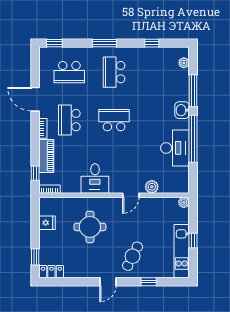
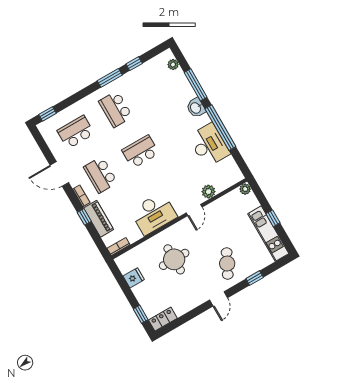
window: (104, 43) -> (110, 78), moved
school desk: (69, 72) -> (76, 132), turned 180
window: (35, 173) -> (84, 217), moved
desk: (95, 178) -> (154, 214), width x1.37

